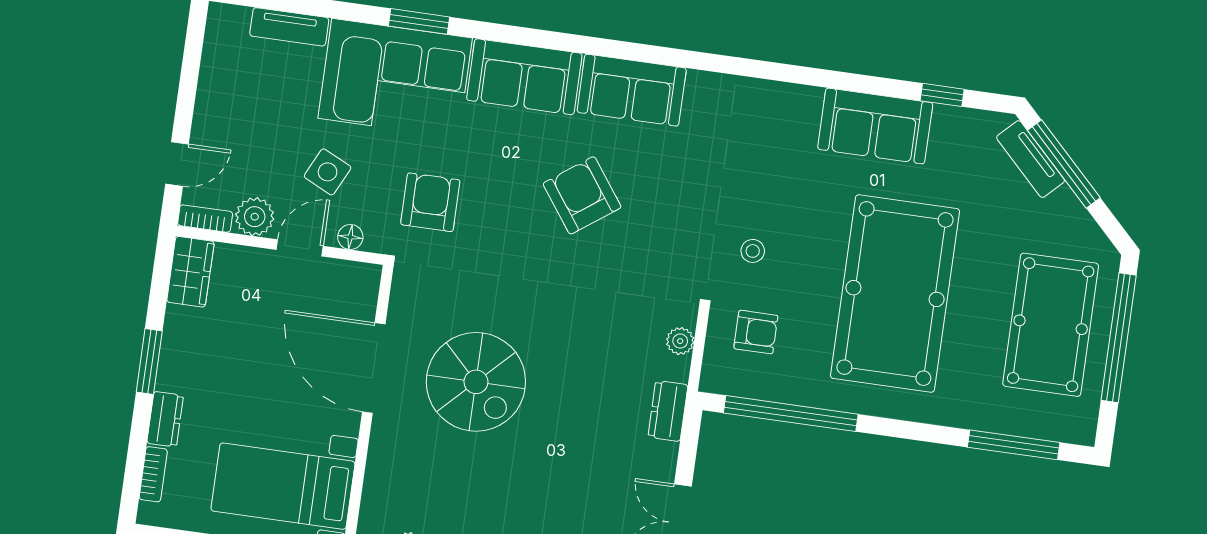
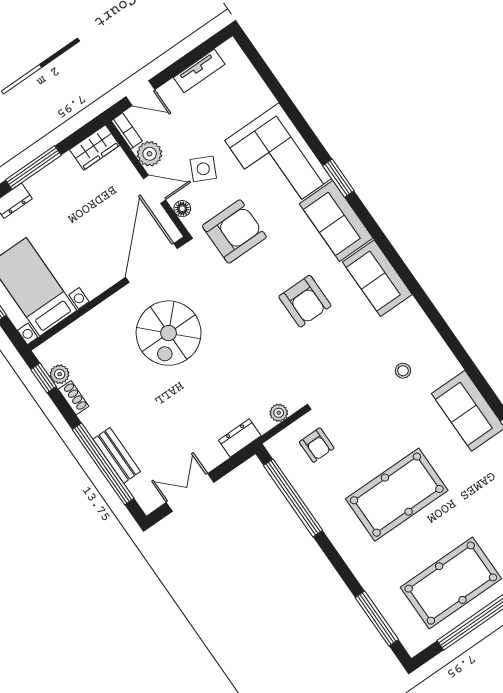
window: (419, 21) -> (338, 178), moved
tv unit: (289, 27) -> (199, 71), moved, turned -90
armchair: (582, 195) -> (305, 301), turned 126
armchair: (430, 202) -> (234, 231), width x1.36, depth x1.36
stool: (753, 251) -> (403, 371), moved
pool table: (895, 294) -> (397, 495), width x0.73, depth x0.76
window: (149, 361) -> (33, 168), width x1.44
door: (374, 368) -> (152, 263), moved

